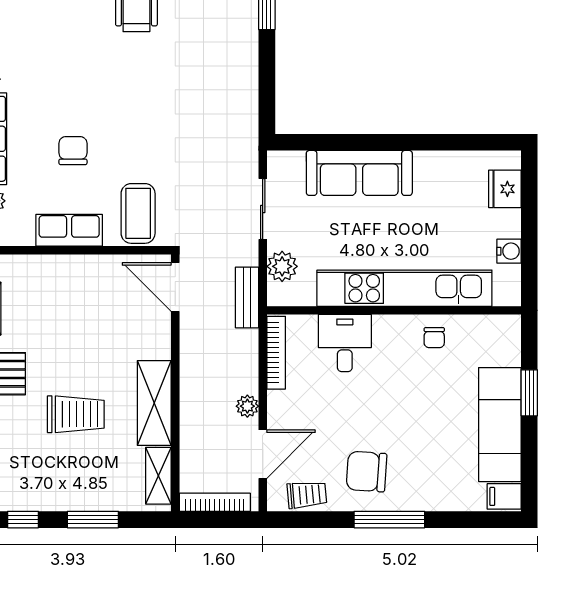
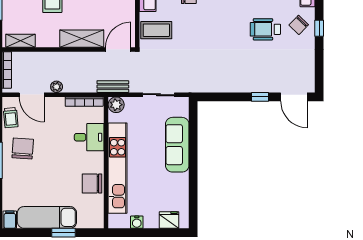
plant: (282, 266) -> (116, 105), moved
chair: (434, 338) -> (92, 183), width x1.87, depth x1.87
shelving: (154, 403) -> (82, 39), moved

